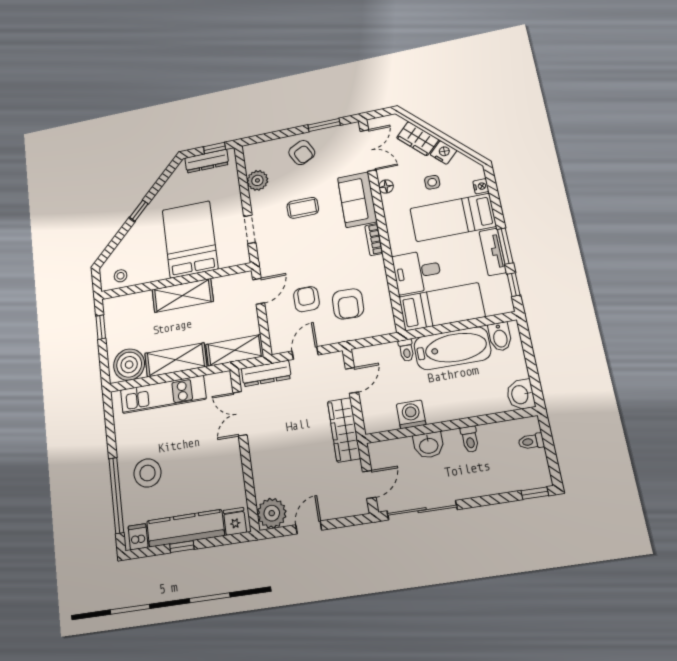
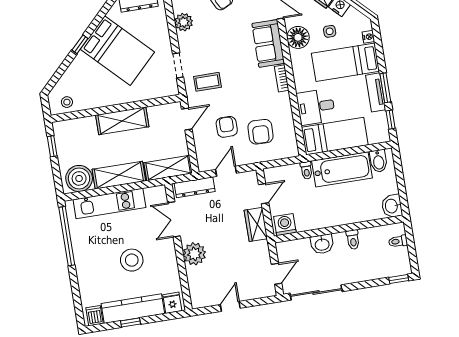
floor lamp: (386, 186) -> (298, 37), width x1.89, depth x1.89
coffee table: (303, 208) -> (207, 82), moved
bed: (190, 239) -> (117, 51), moved, turned 135
washing machine: (411, 414) -> (285, 225), moved
wardrobe: (344, 430) -> (256, 224), width x0.67
stool: (147, 473) -> (132, 260), moved
window: (116, 495) -> (67, 236), moved
plant: (272, 513) -> (194, 254), moved

